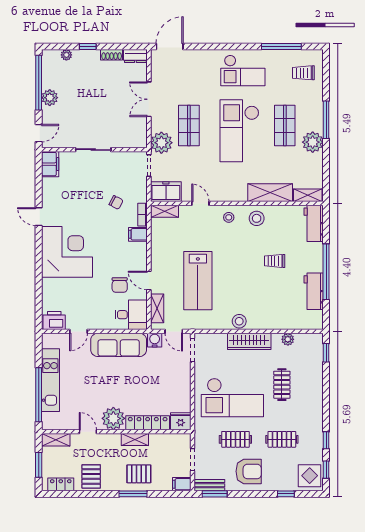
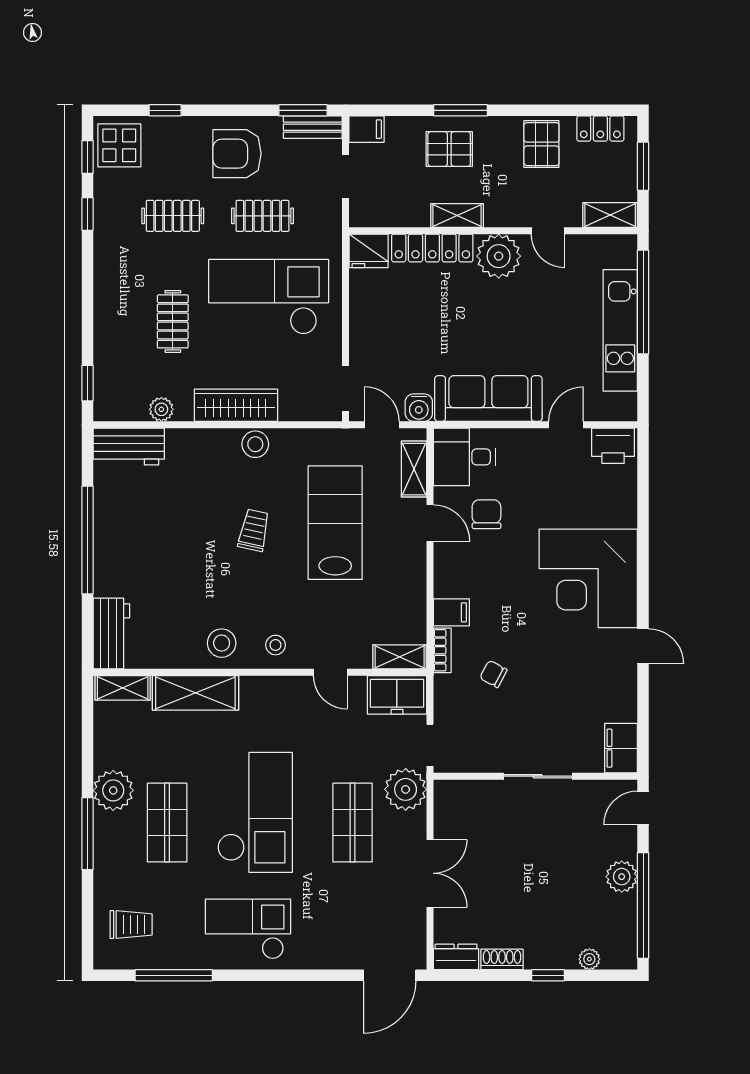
trolley: (275, 261) -> (254, 530), moved, turned -78
workbench: (314, 291) -> (129, 447), moved, turned 90

